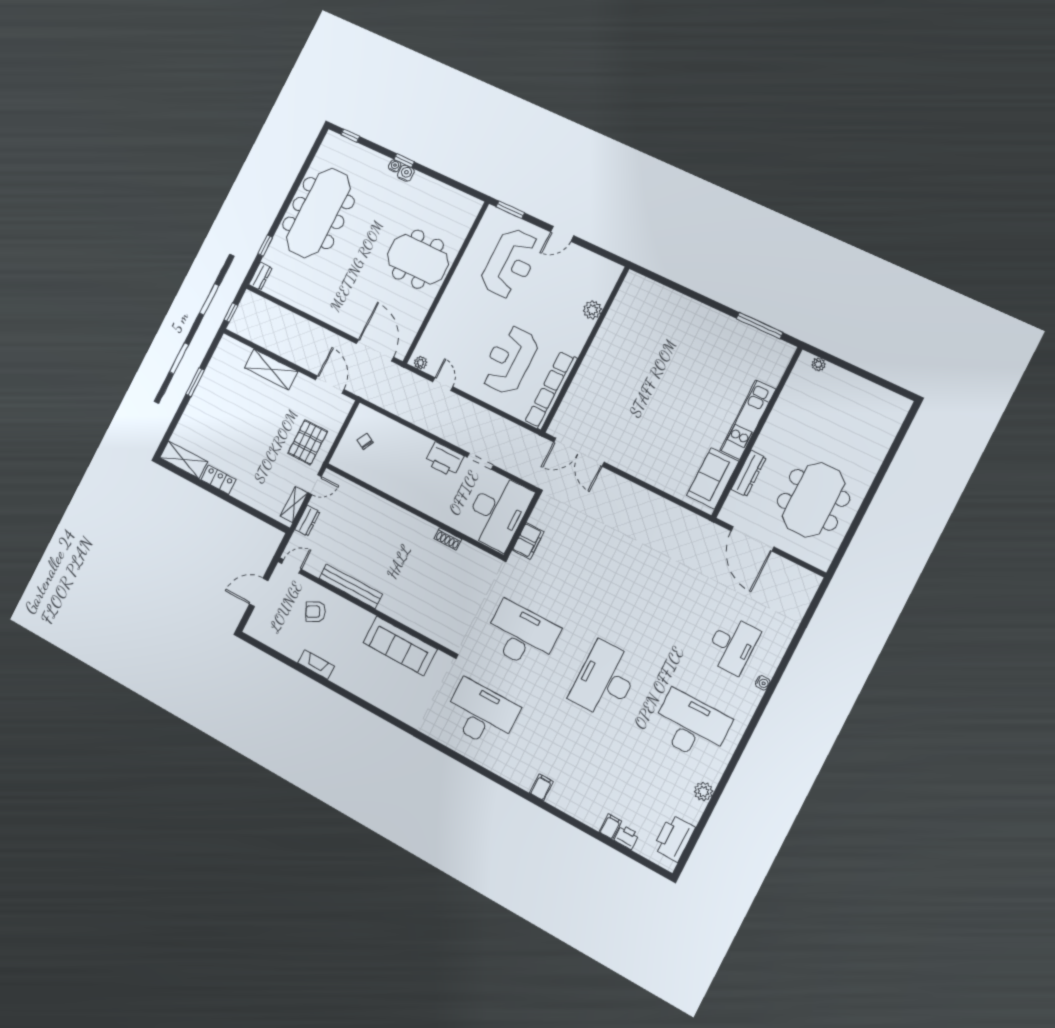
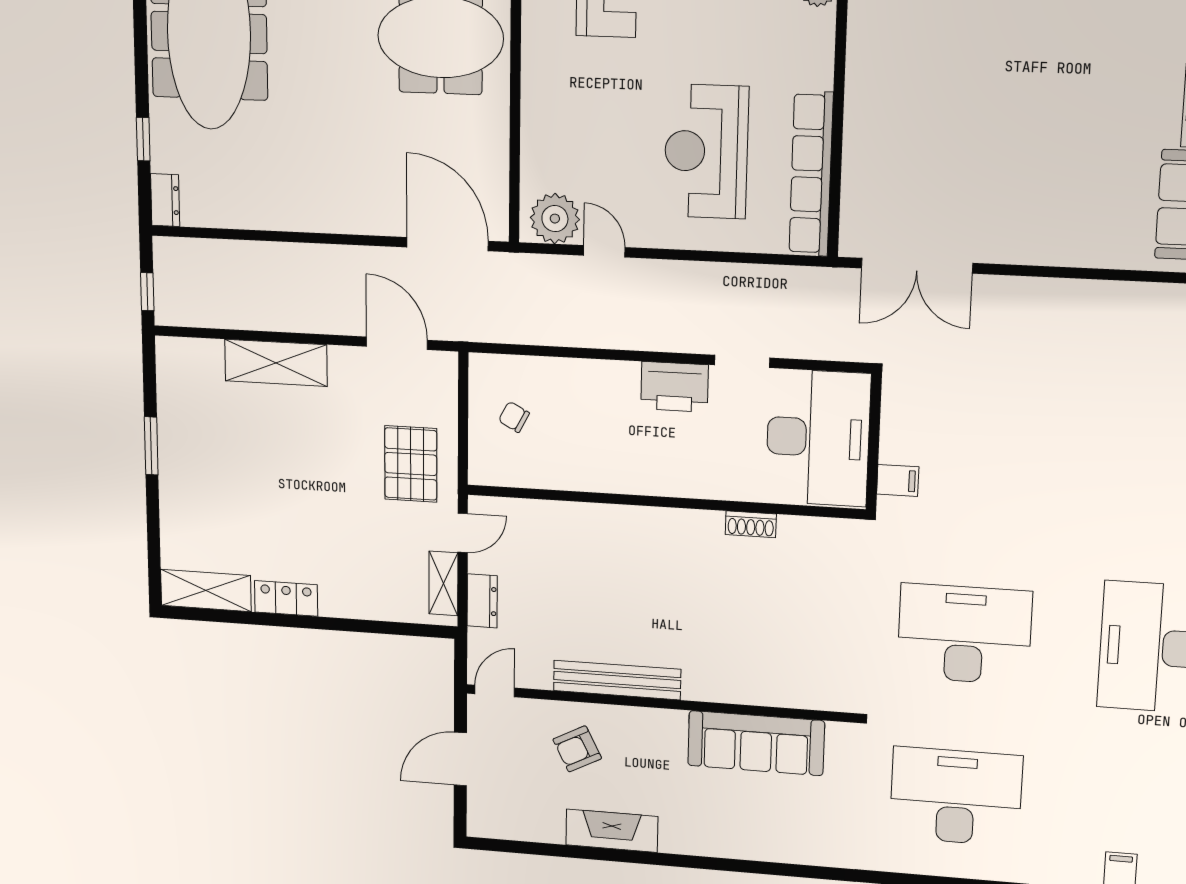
plant: (421, 363) -> (555, 219), width x1.88, depth x1.88
filing cabinet: (528, 541) -> (898, 480), width x0.50
fireplace: (316, 665) -> (612, 831), width x1.37, depth x1.32

